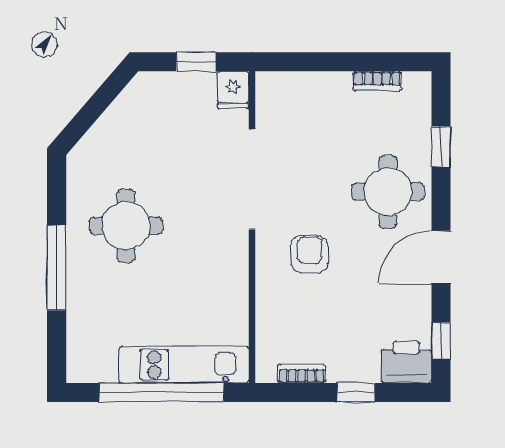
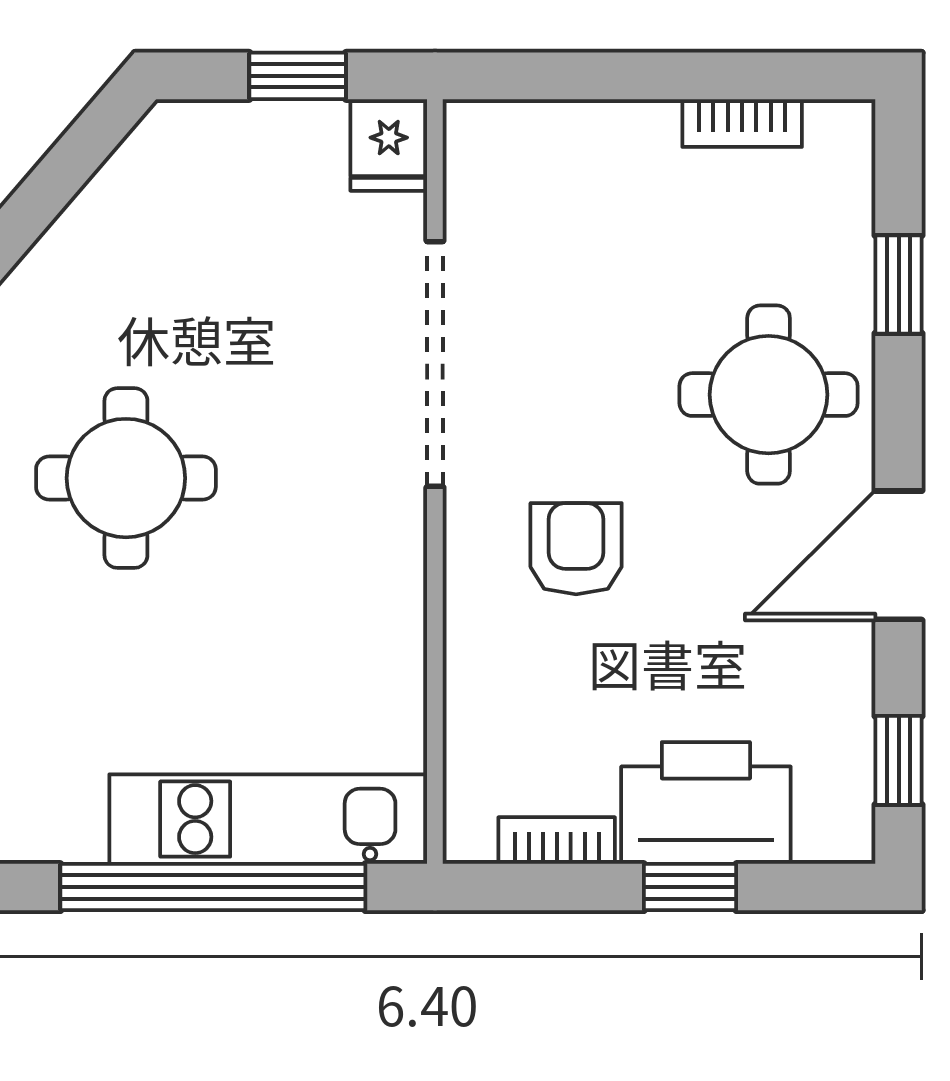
printer: (406, 362) -> (706, 803), moved, width x1.37, depth x1.19

